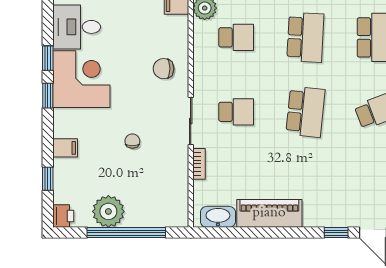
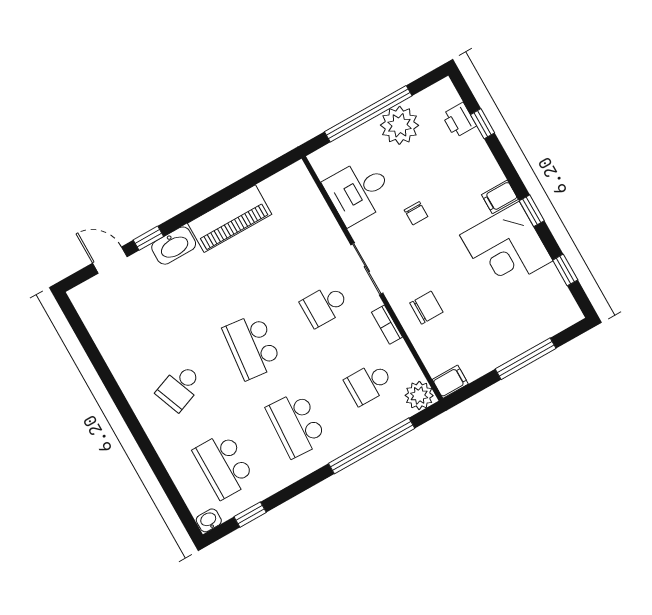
desk: (77, 27) -> (359, 191), moved, turned 180
window: (48, 58) -> (565, 270), moved
filing cabinet: (65, 148) -> (500, 197), moved
bookcase: (199, 164) -> (387, 325), moved
printer: (63, 216) -> (459, 120), moved
washbasin: (218, 217) -> (174, 246), moved

